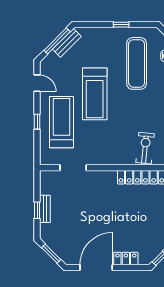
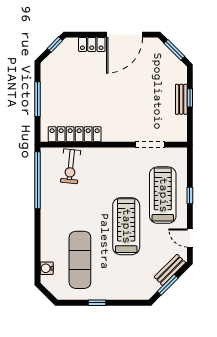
window: (57, 41) -> (168, 285), width x0.69
bench: (67, 43) -> (170, 270), moved
treadmill: (62, 122) -> (163, 195), turned 180

